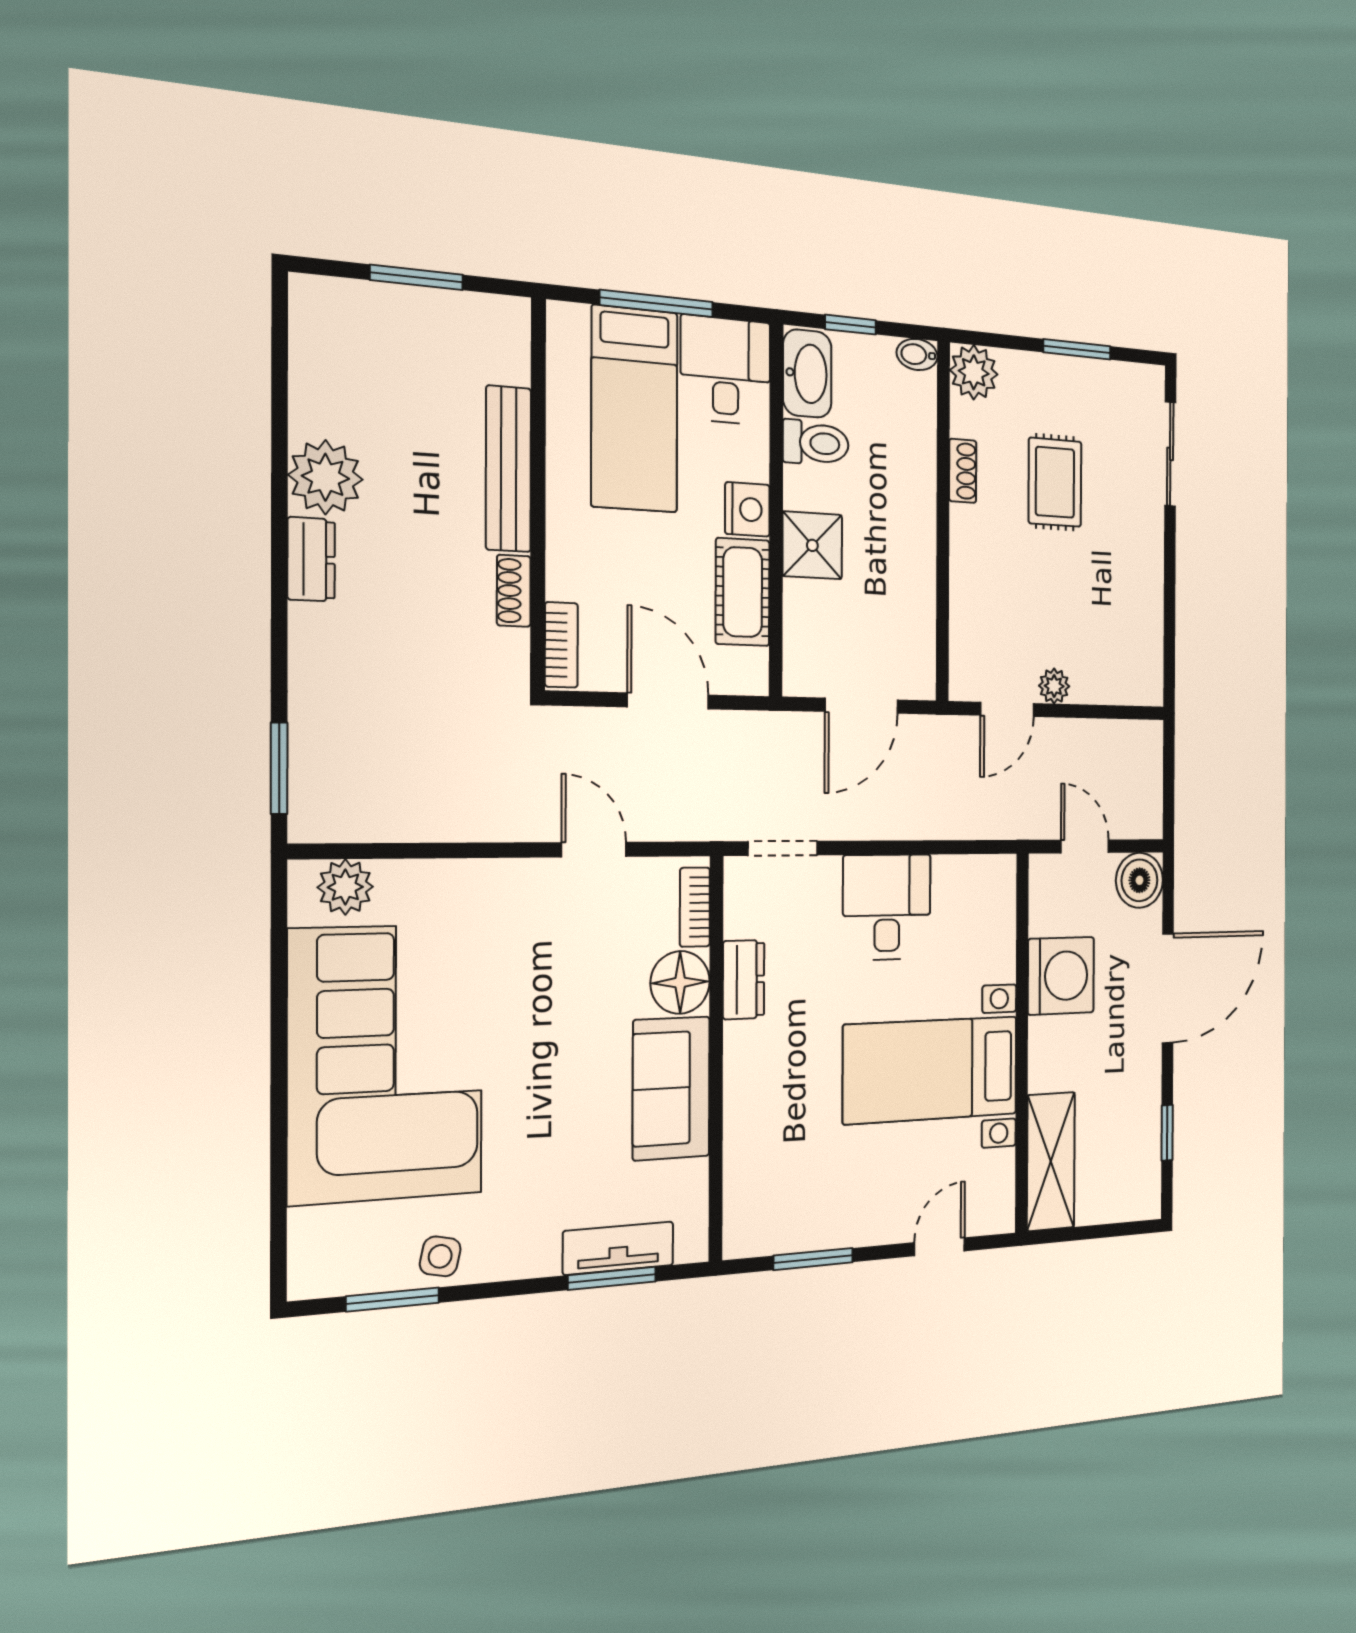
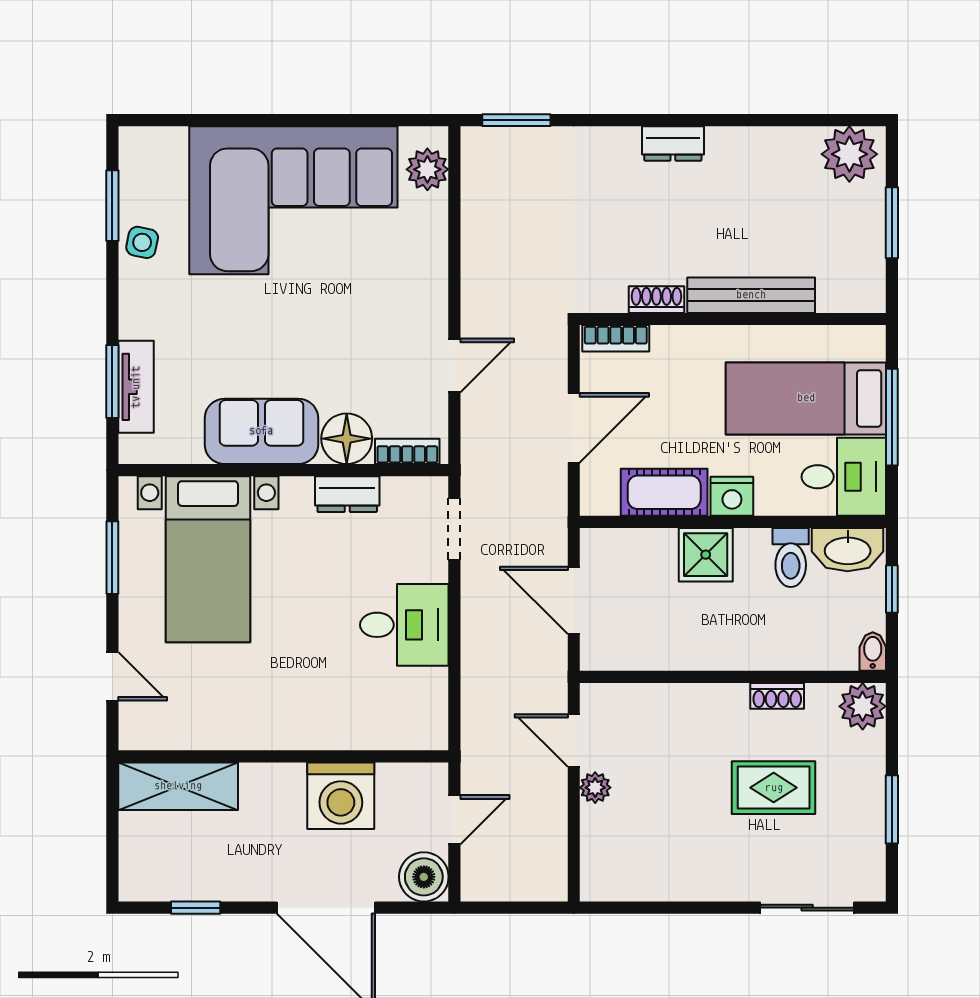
plant: (325, 477) -> (849, 154), moved
bed with nightstands: (931, 1070) -> (208, 559), moved, turned 180

